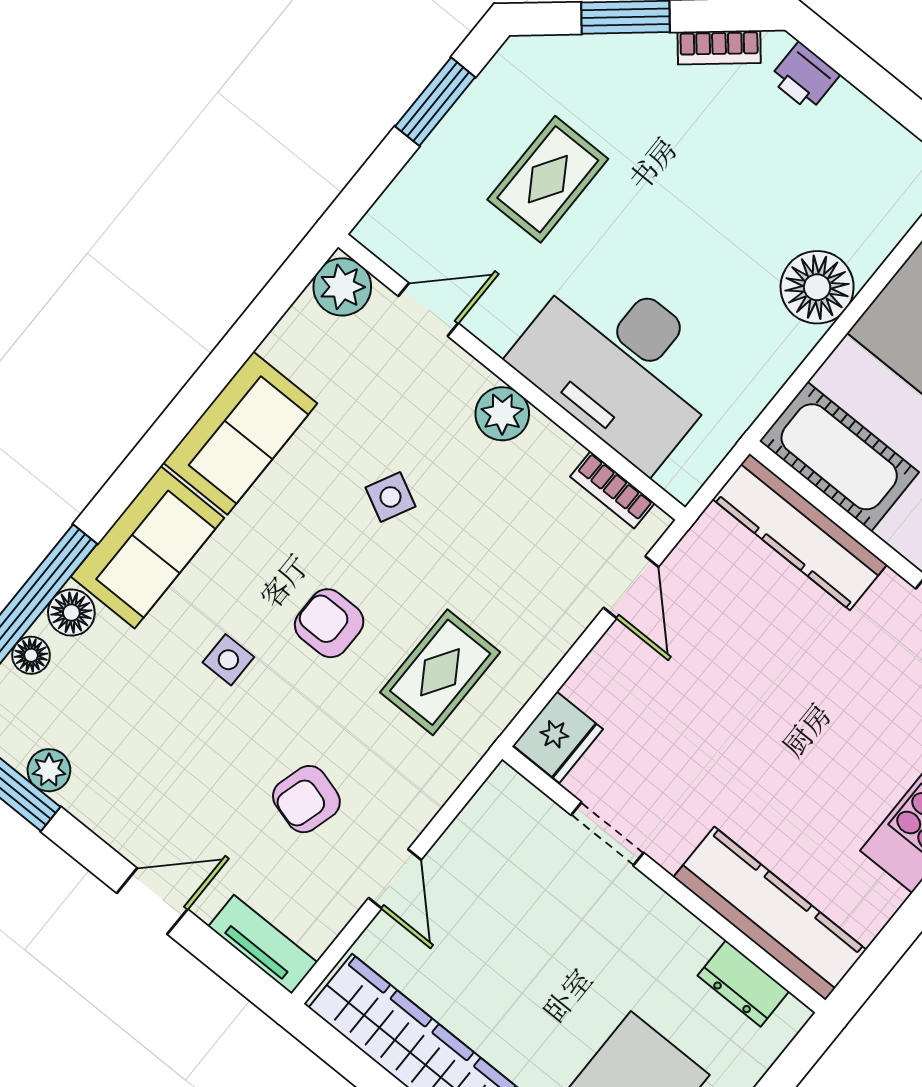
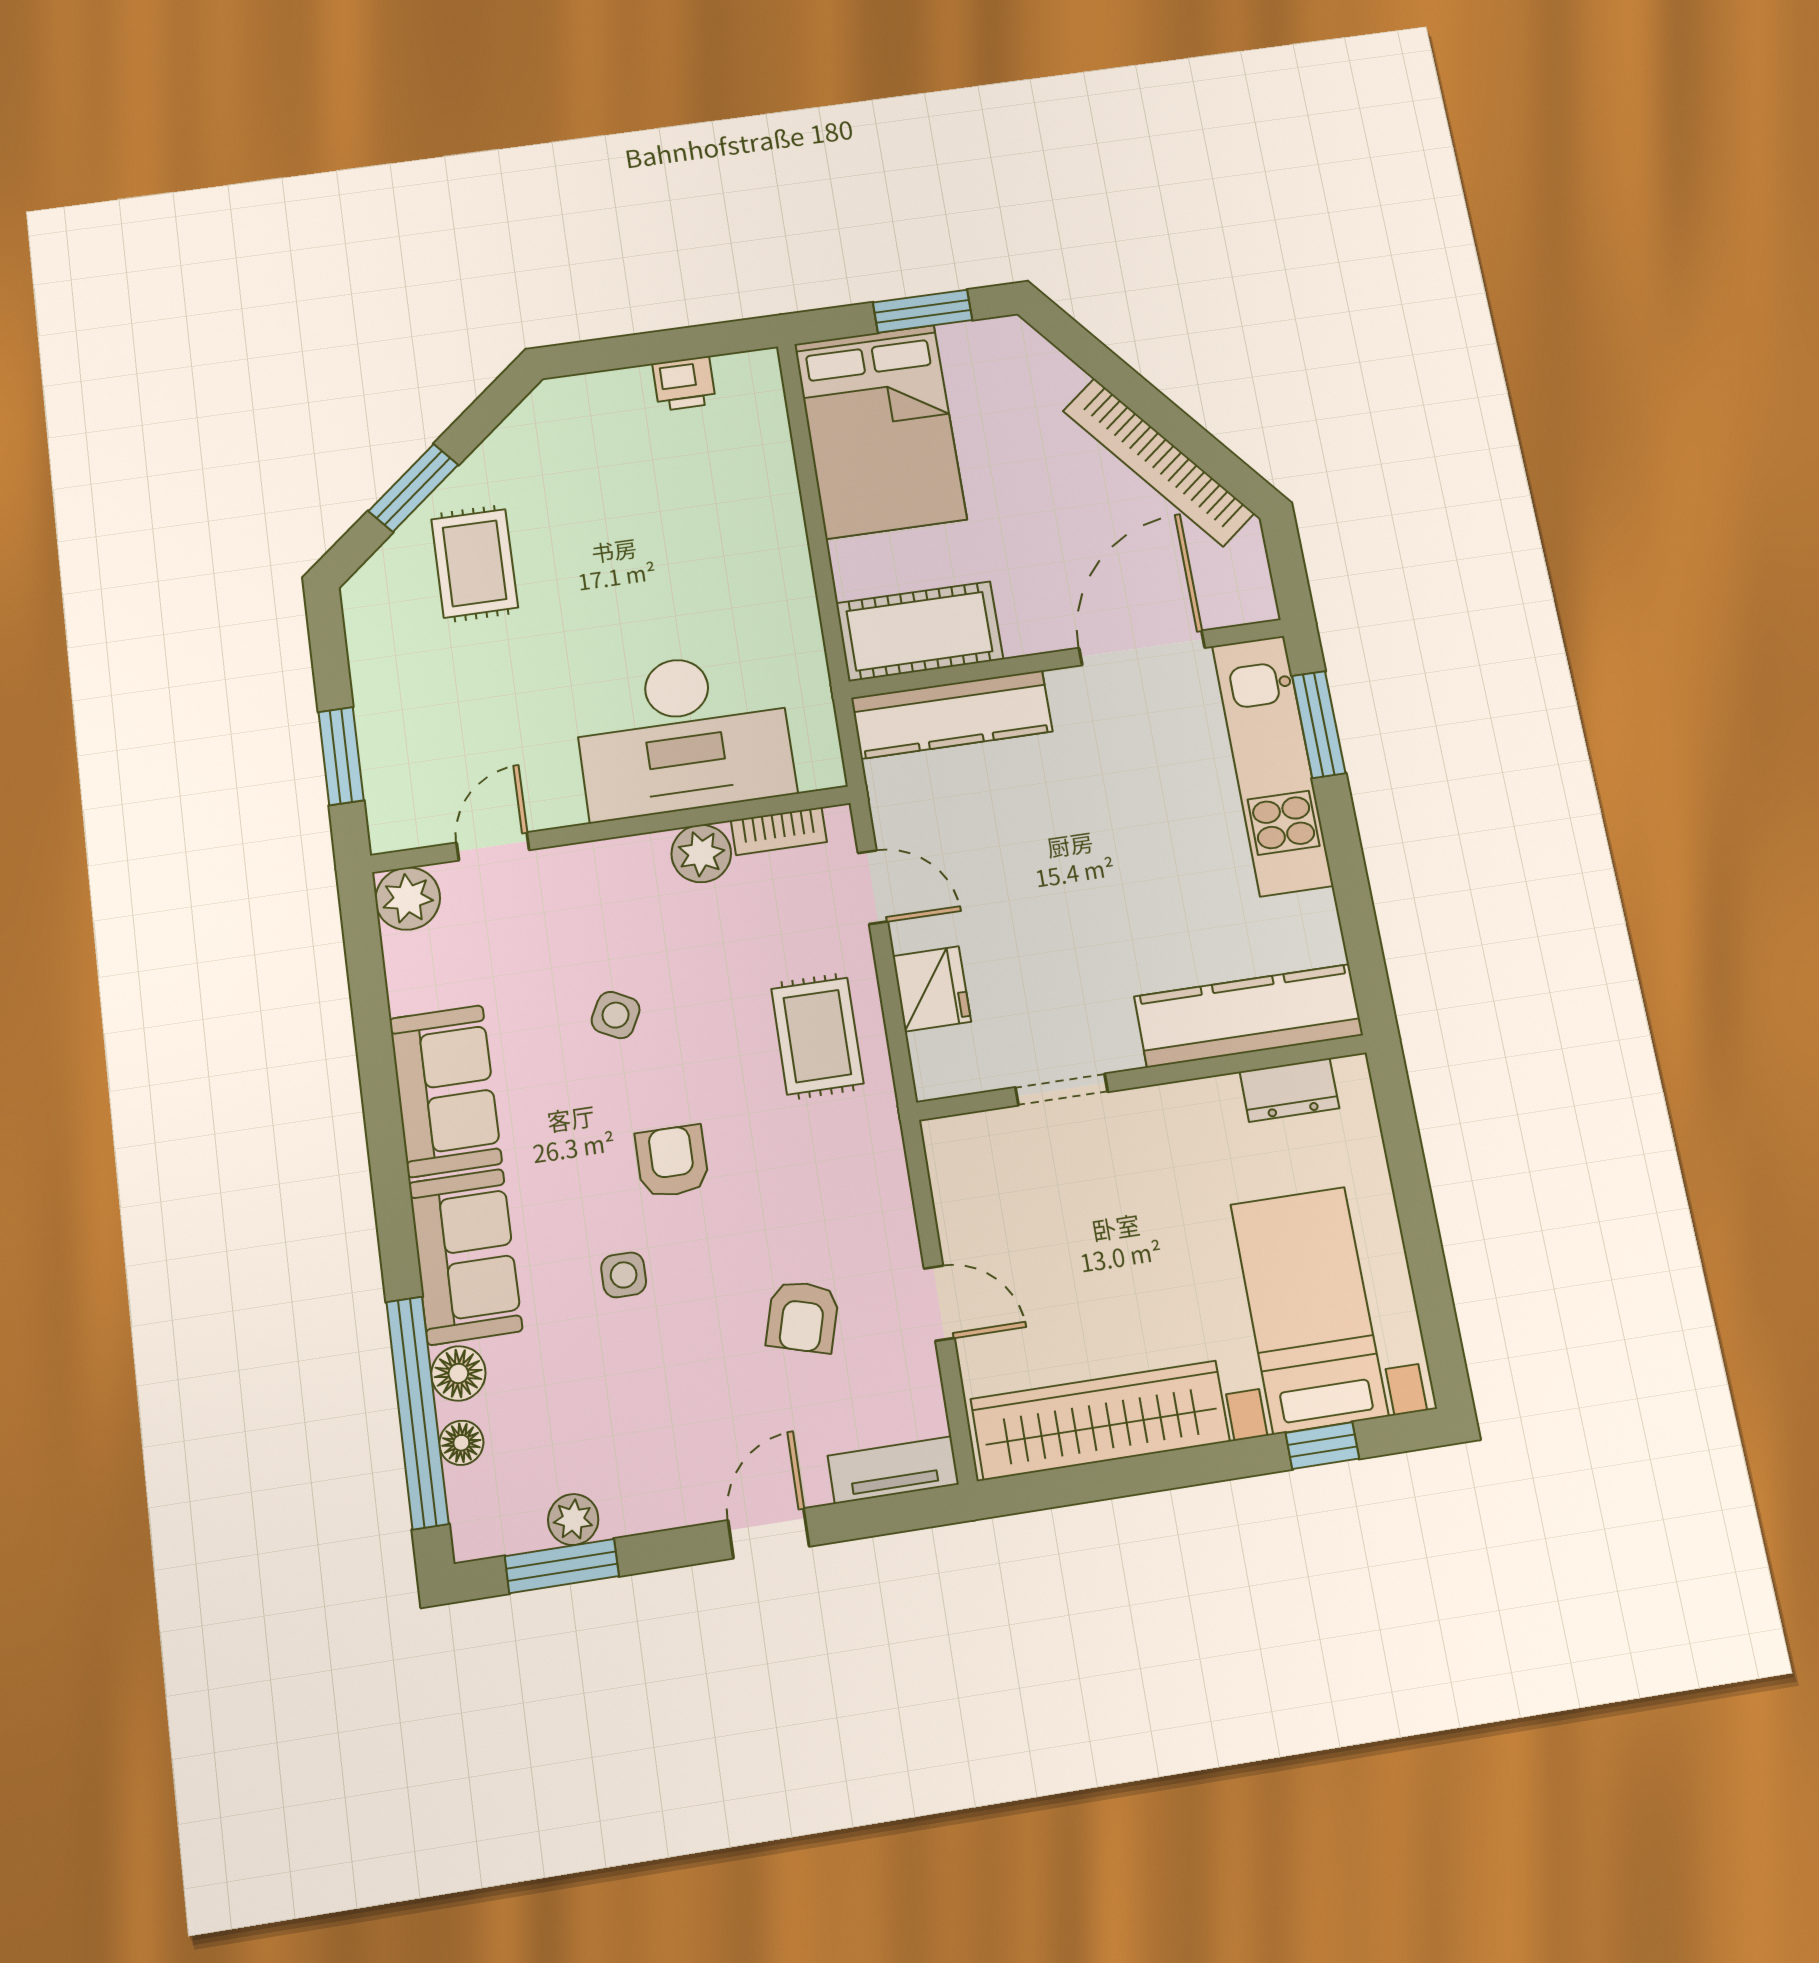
bookcase: (719, 47) -> (507, 439), removed
printer: (804, 77) -> (684, 383), moved
window: (435, 102) -> (341, 756), moved
rug: (548, 179) -> (475, 563), moved
floor lamp: (817, 287) -> (768, 530), removed
plant: (502, 414) -> (701, 854), moved
armchair: (329, 623) -> (672, 1161), turned 90
rug: (440, 672) -> (817, 1036), moved
fridge: (558, 737) -> (932, 989), moved

